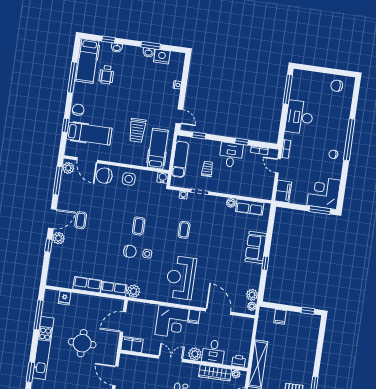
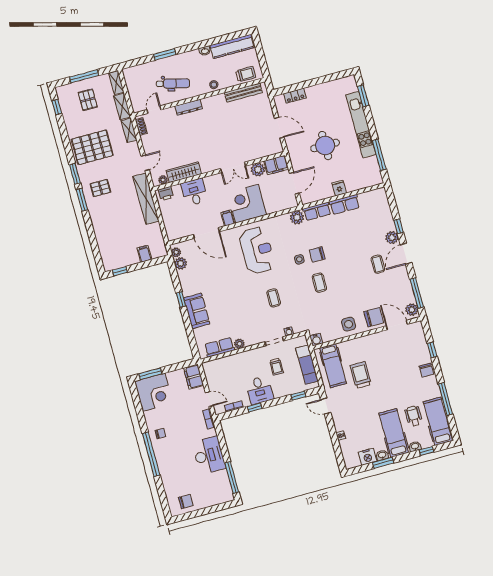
hospital bed: (89, 134) -> (394, 433), moved, turned 90
fridge: (65, 298) -> (339, 188), moved
plant: (195, 354) -> (258, 170), moved

